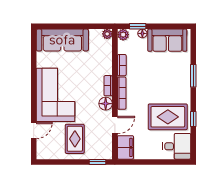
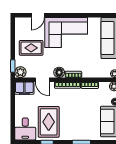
door: (34, 130) -> (38, 15), hinge flipped
plant: (105, 152) -> (20, 72), added

